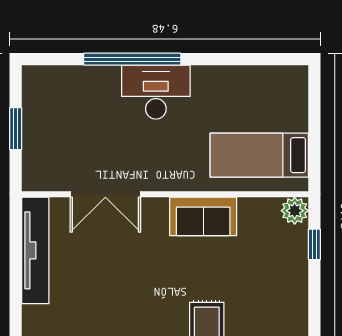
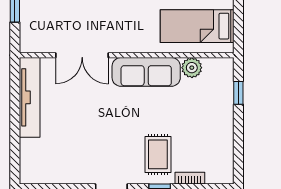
plant: (295, 211) -> (192, 68), moved
sofa: (203, 216) -> (146, 72), width x1.36

